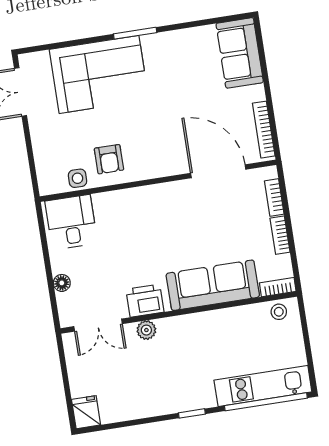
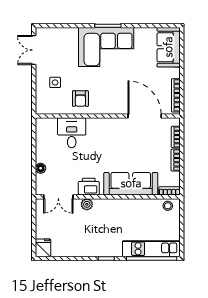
corner sofa: (99, 74) -> (106, 47), moved
side table: (78, 178) -> (55, 82), moved
desk: (71, 222) -> (72, 133), moved

